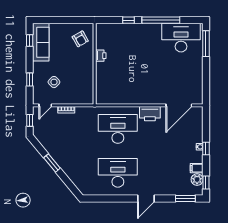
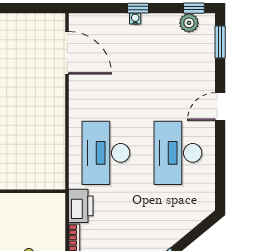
printer: (150, 114) -> (81, 206), moved
filing cabinet: (197, 168) -> (170, 23), removed
door: (146, 198) -> (220, 107), swing flipped

